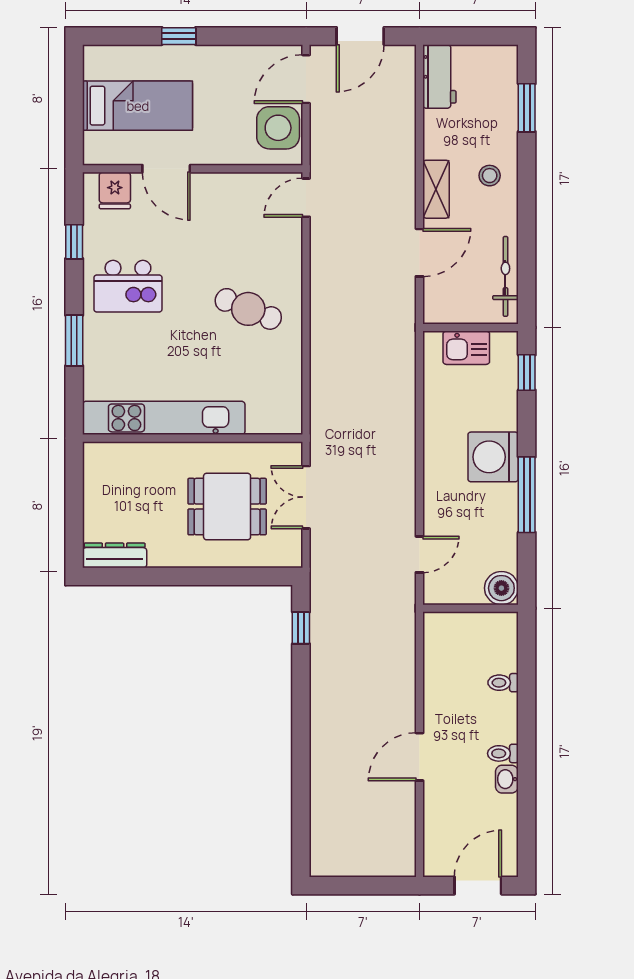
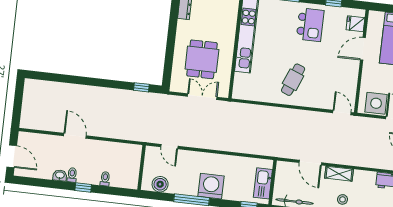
kitchen island: (128, 286) -> (310, 25), turned 180
kitchen sink: (466, 348) -> (263, 183), width x1.38
boiler: (501, 588) -> (160, 184), moved
window: (527, 727) -> (83, 187), added

